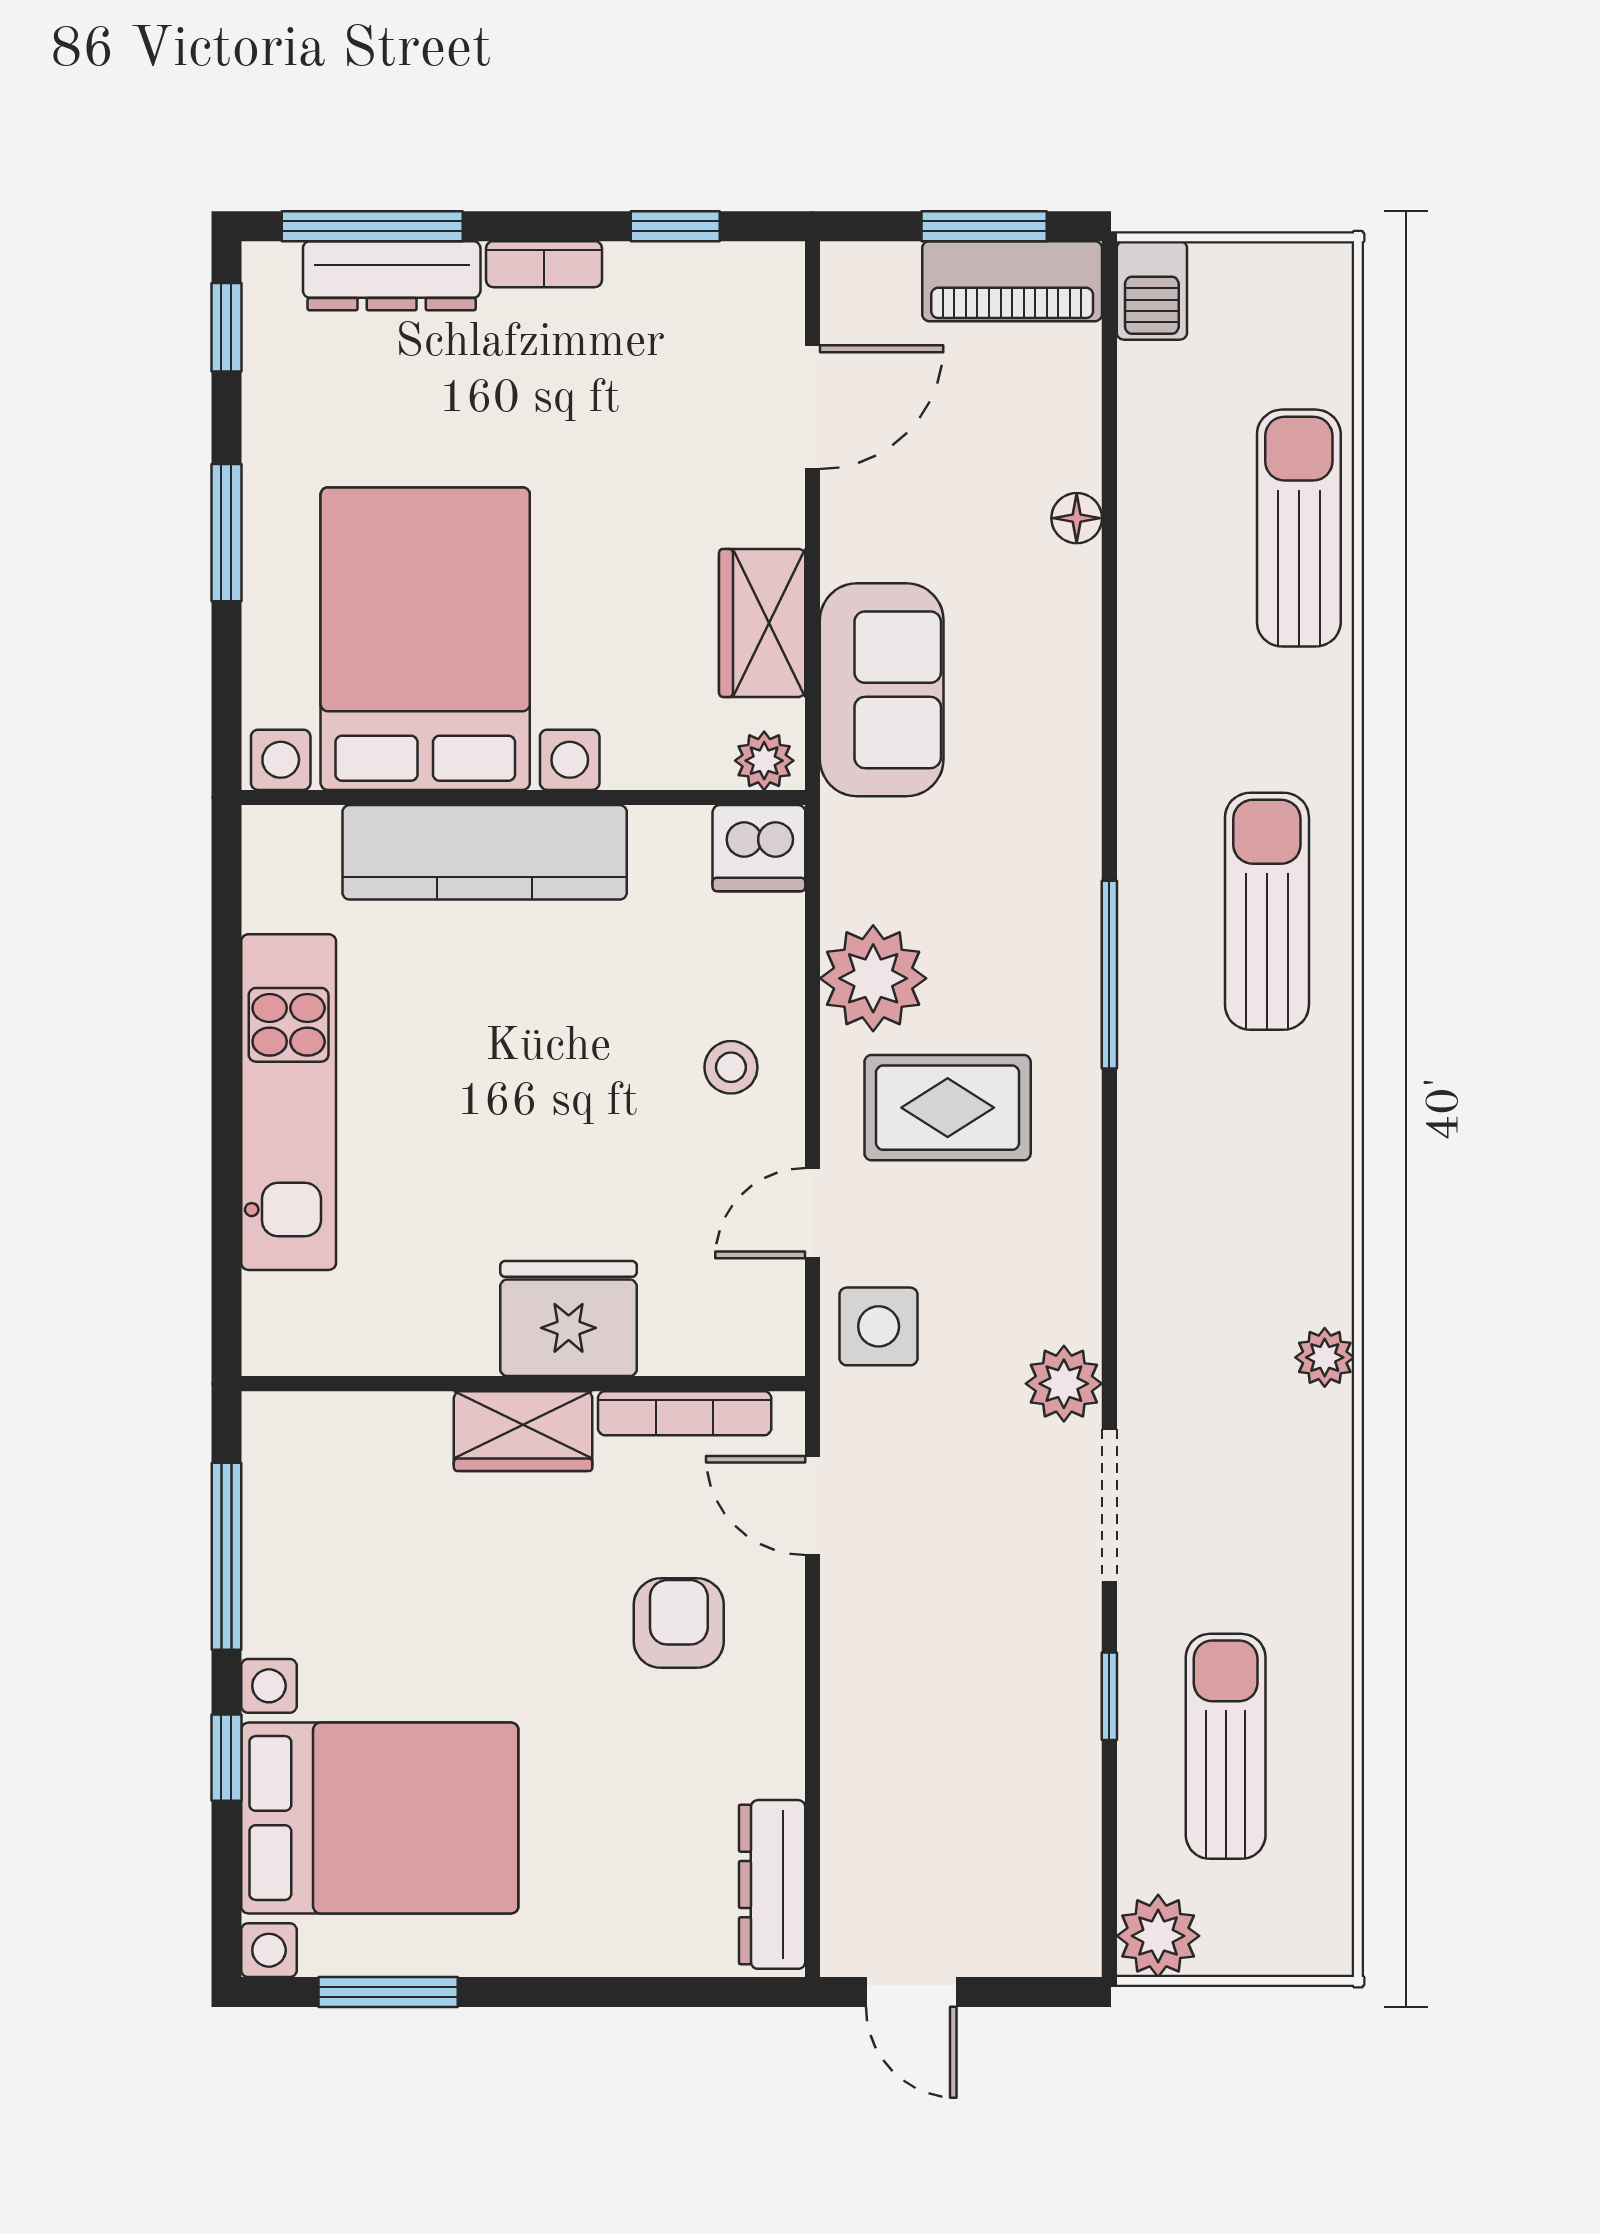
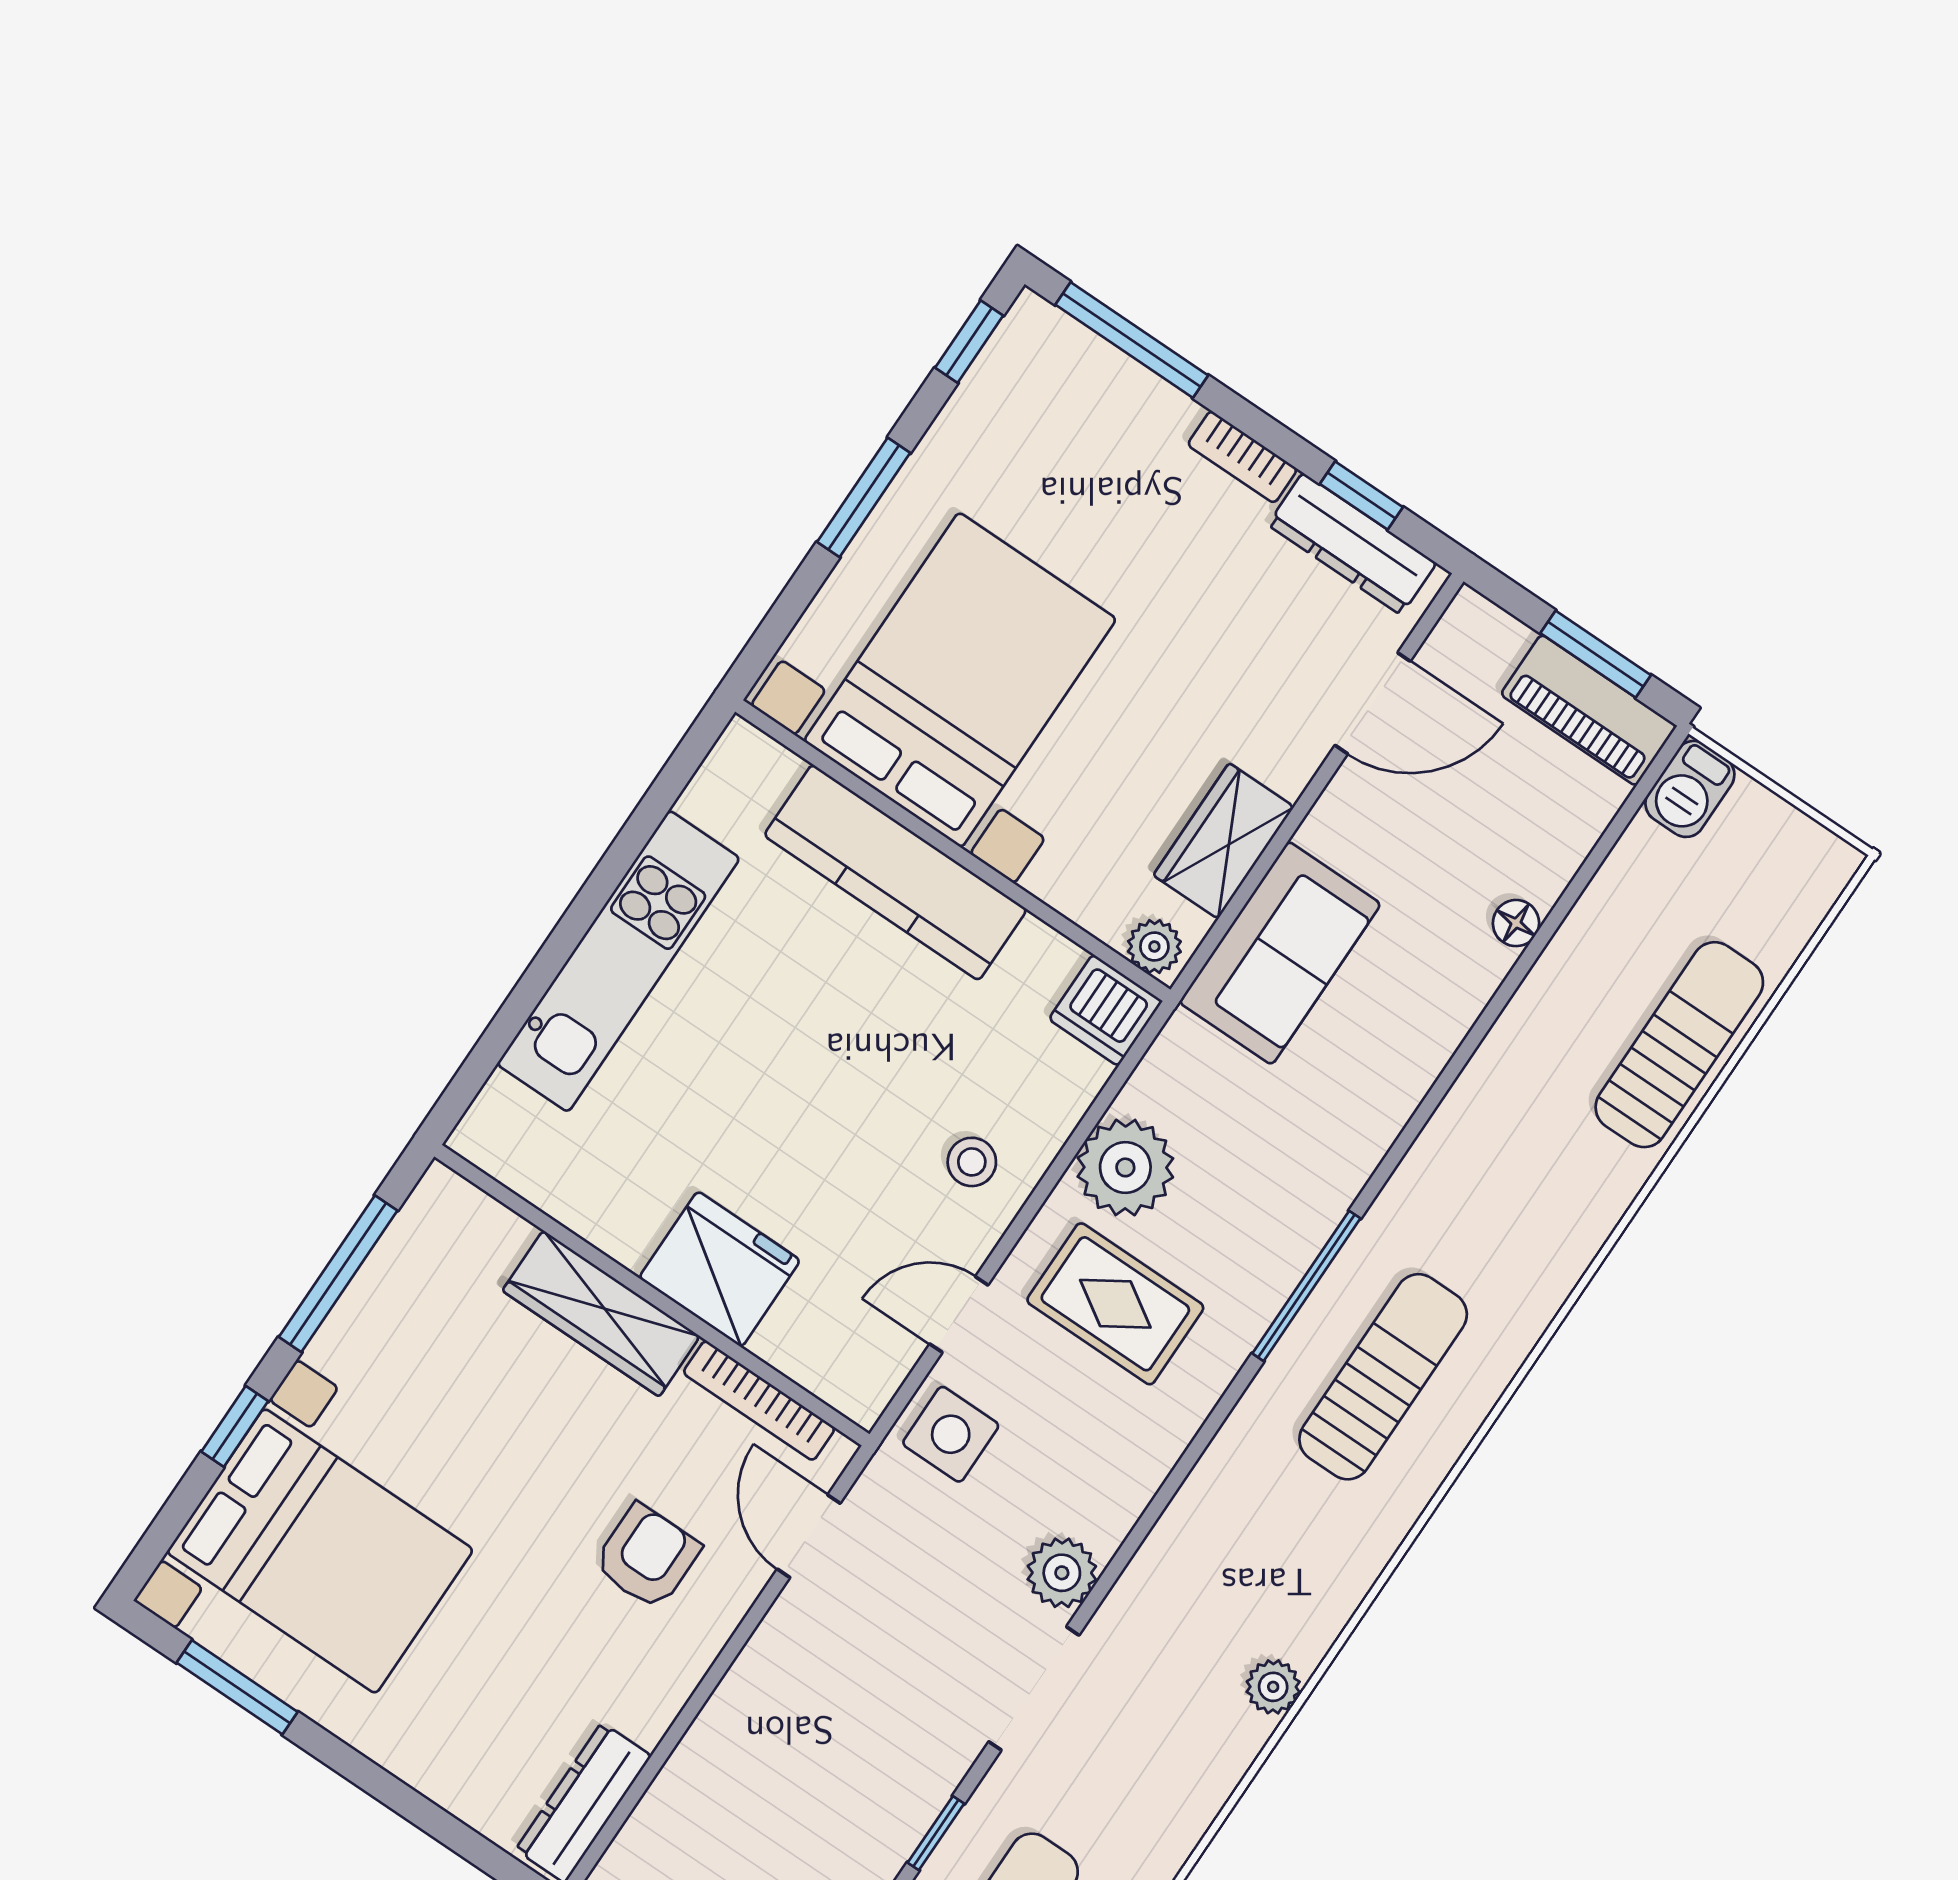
dresser: (392, 276) -> (1352, 544), moved
sun lounger: (1267, 911) -> (1383, 1377), moved
wardrobe: (523, 1431) -> (601, 1313), width x1.50

